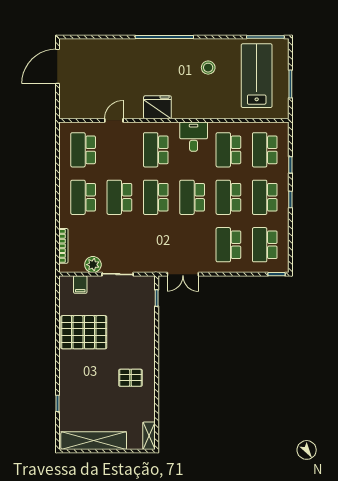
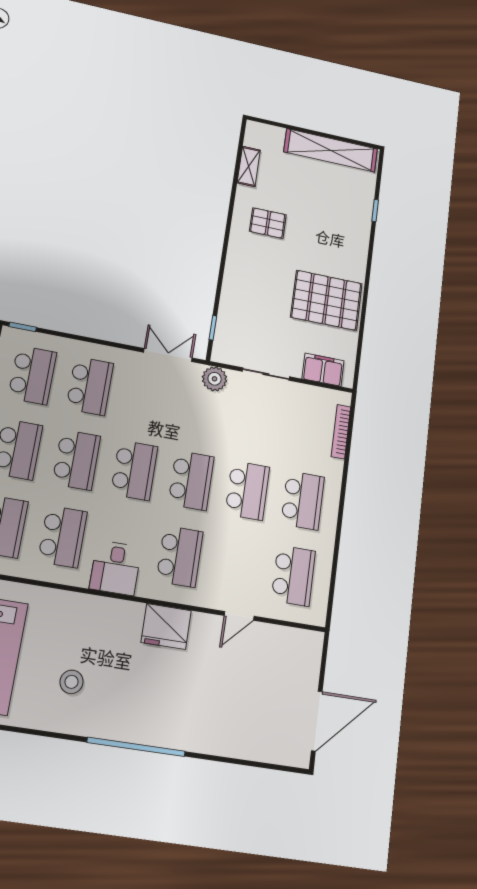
plant: (93, 265) -> (215, 379), moved
filing cabinet: (80, 284) -> (323, 370), width x2.00
shelving: (149, 436) -> (249, 166), moved

